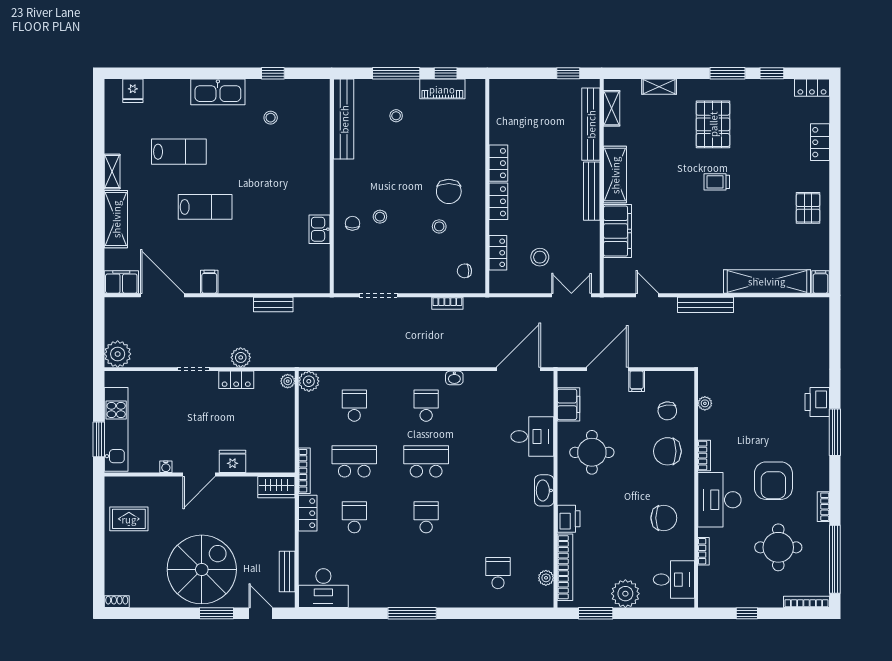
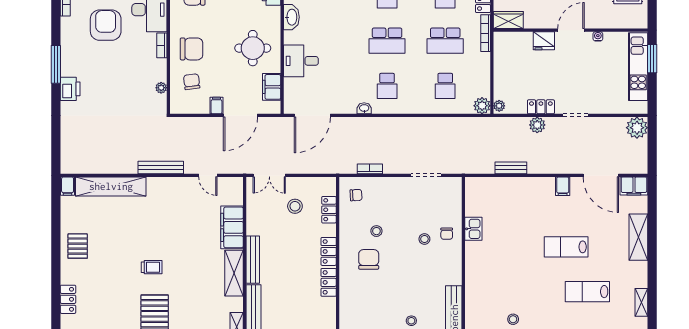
shelving: (112, 172) -> (641, 302), moved

